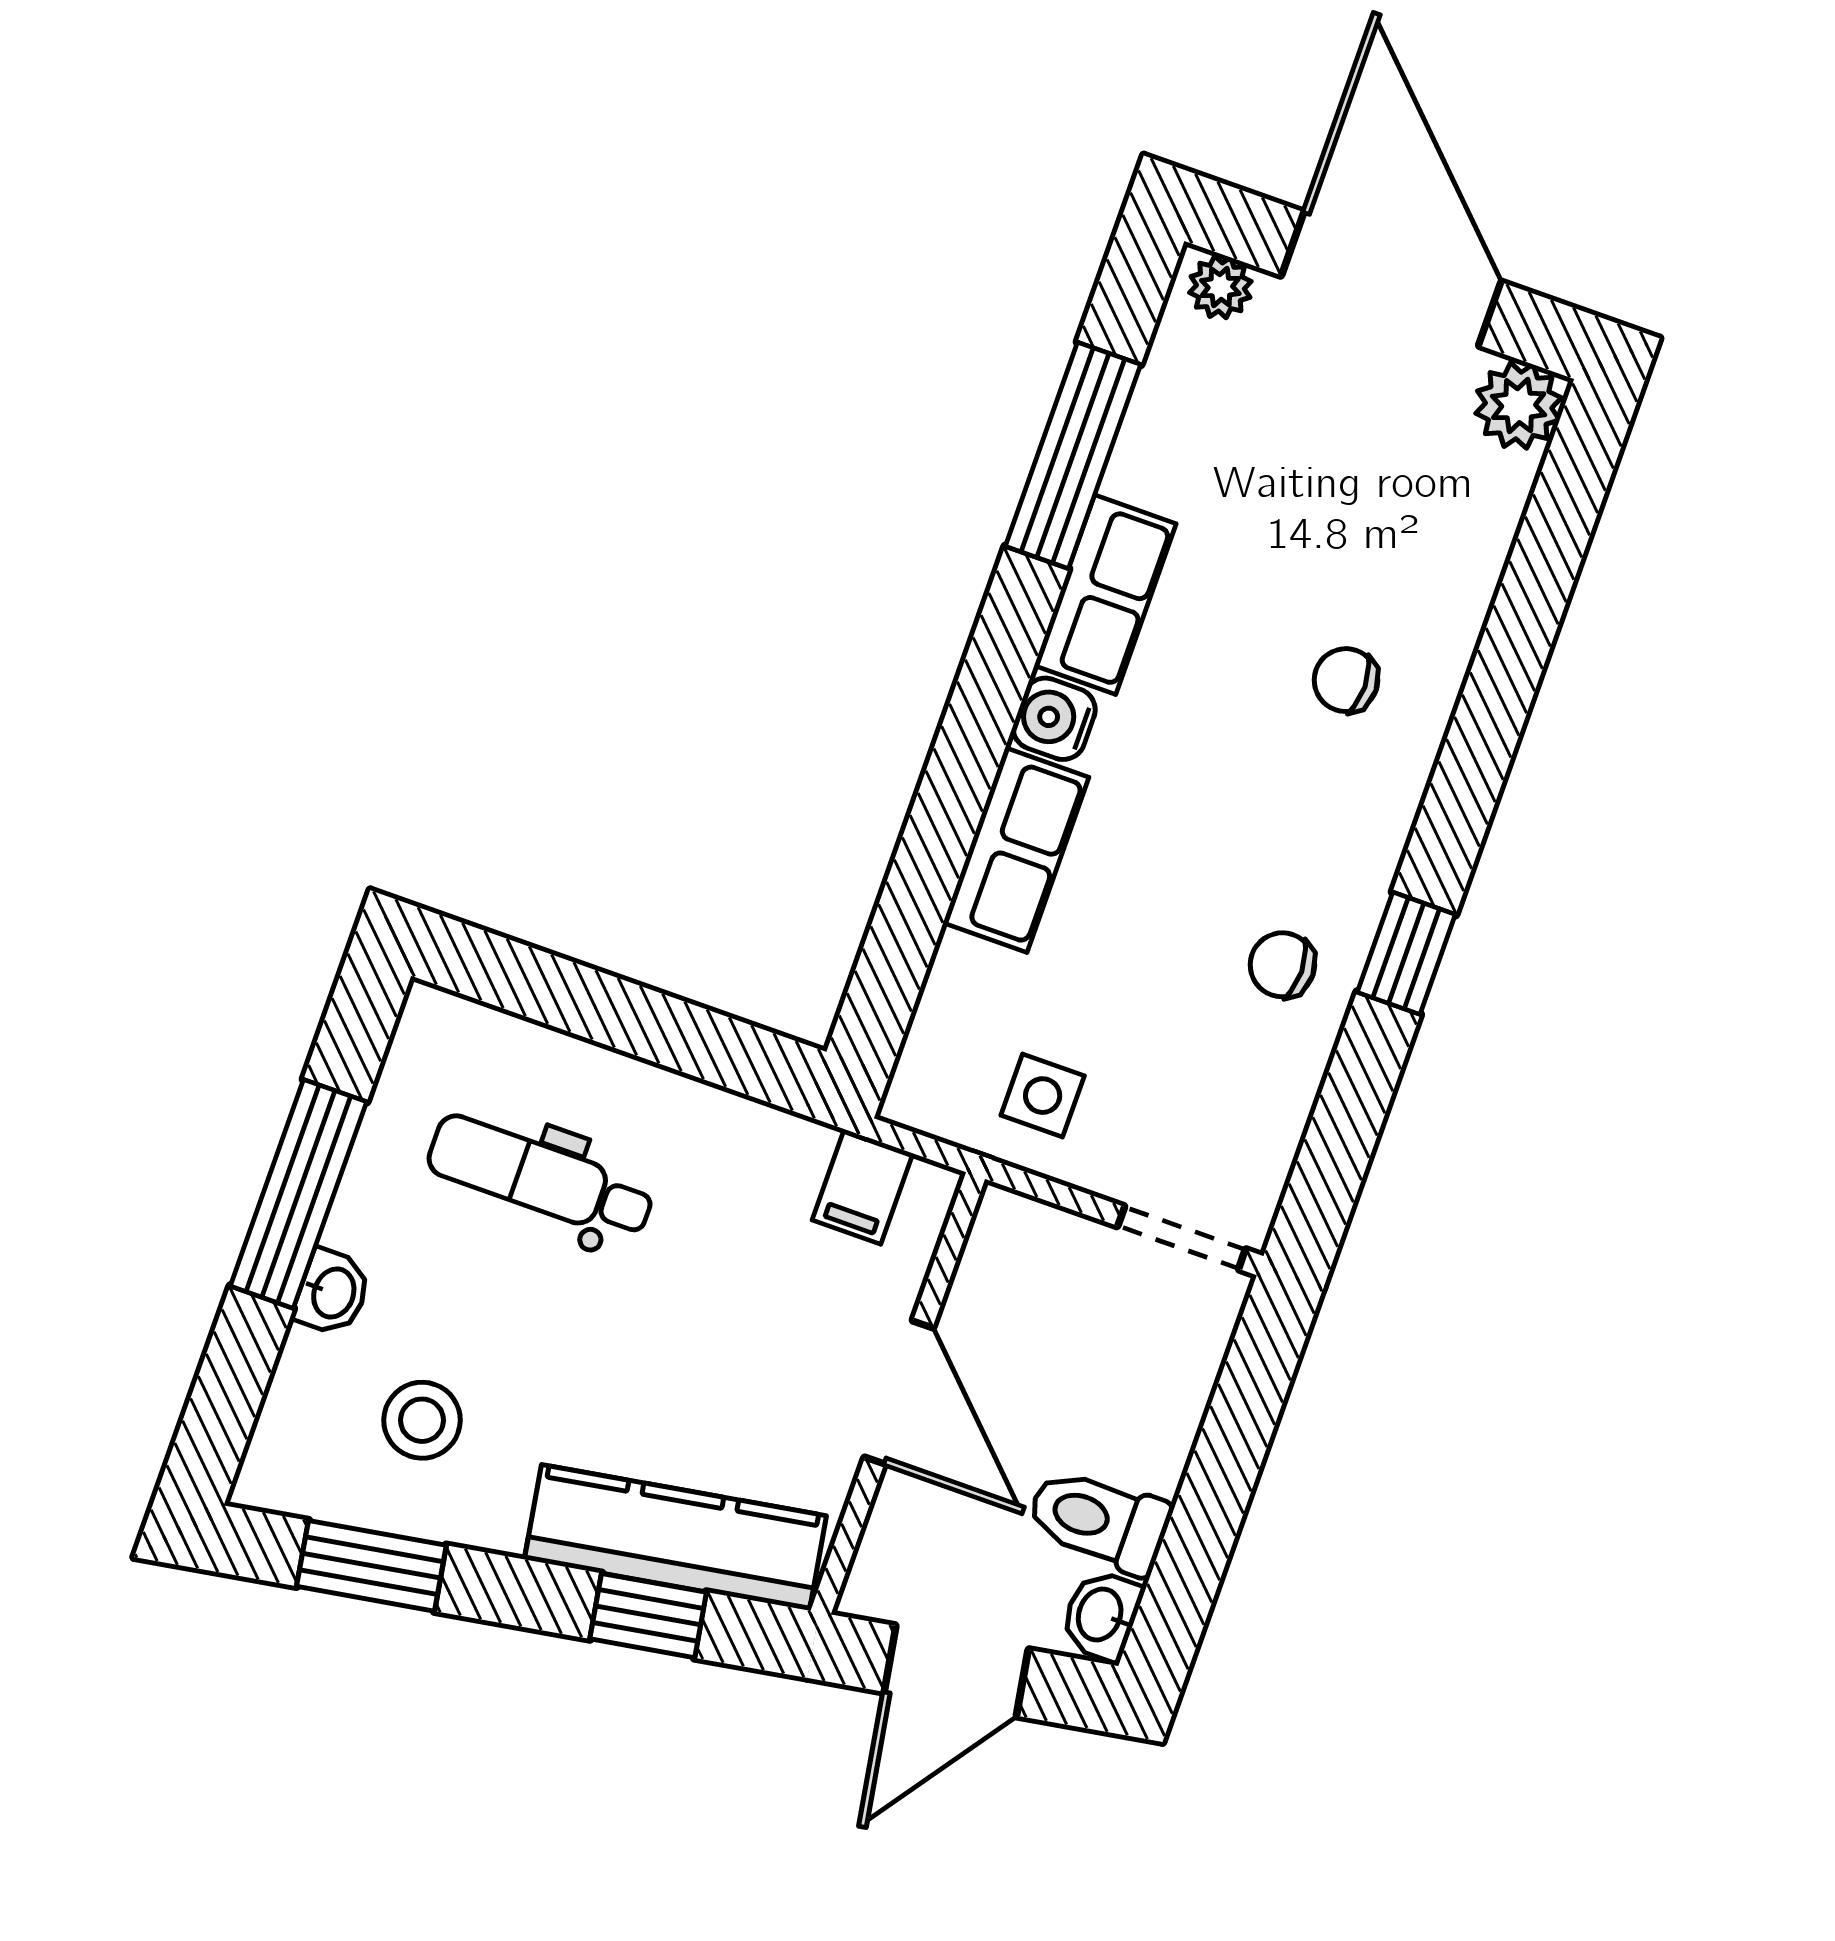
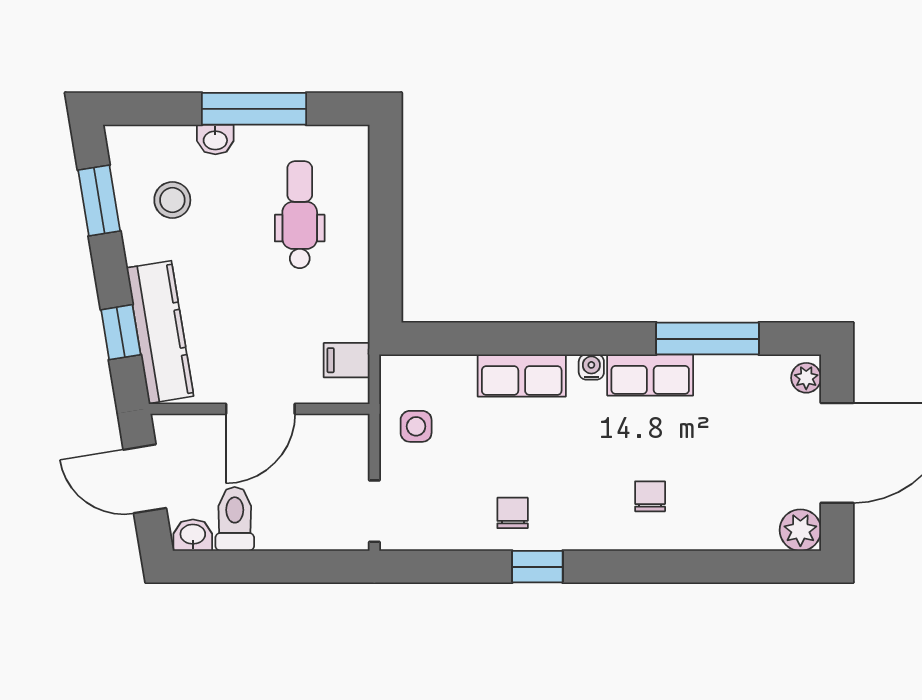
water cooler: (1054, 719) -> (591, 367), width x0.72, depth x0.72

